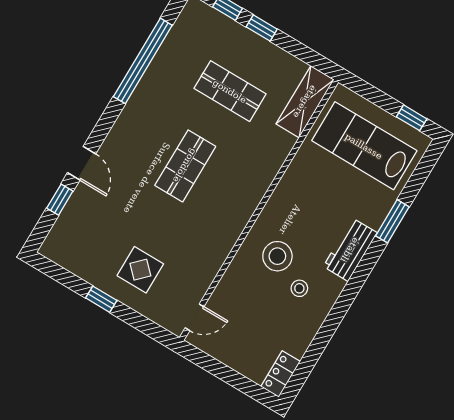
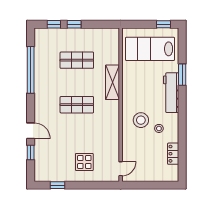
shelving: (305, 102) -> (112, 82), moved
shop shelf: (185, 166) -> (77, 105), turned 90
workbench: (350, 250) -> (171, 93), width x1.38
window: (101, 299) -> (57, 185), moved
locker: (281, 374) -> (173, 154), moved

